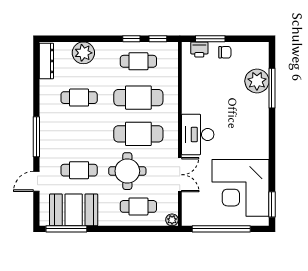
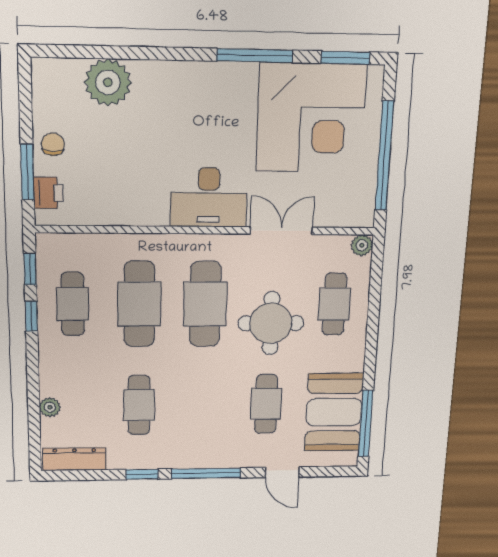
plant: (83, 53) -> (50, 407), width x0.53, depth x0.53
window: (272, 88) -> (255, 56), moved
window: (36, 100) -> (142, 474), added

